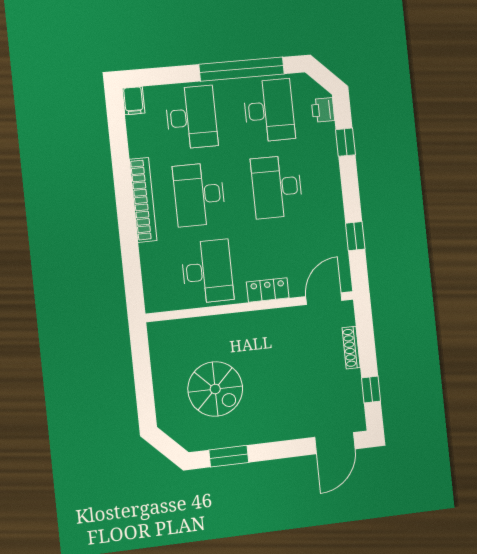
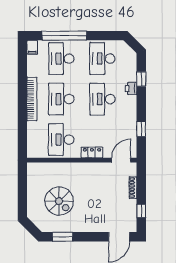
window: (242, 69) -> (64, 36), moved
desk: (269, 110) -> (102, 59), turned 180
printer: (323, 110) -> (131, 89), moved
desk: (191, 117) -> (61, 59), turned 180
desk: (207, 272) -> (61, 140), turned 180

